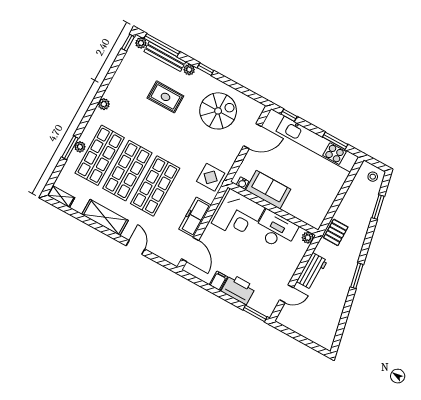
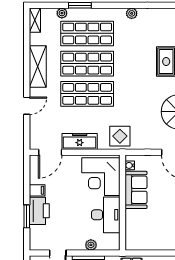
plant: (80, 147) -> (62, 13), moved
plant: (308, 238) -> (91, 245), moved
window: (255, 313) -> (27, 216), moved

